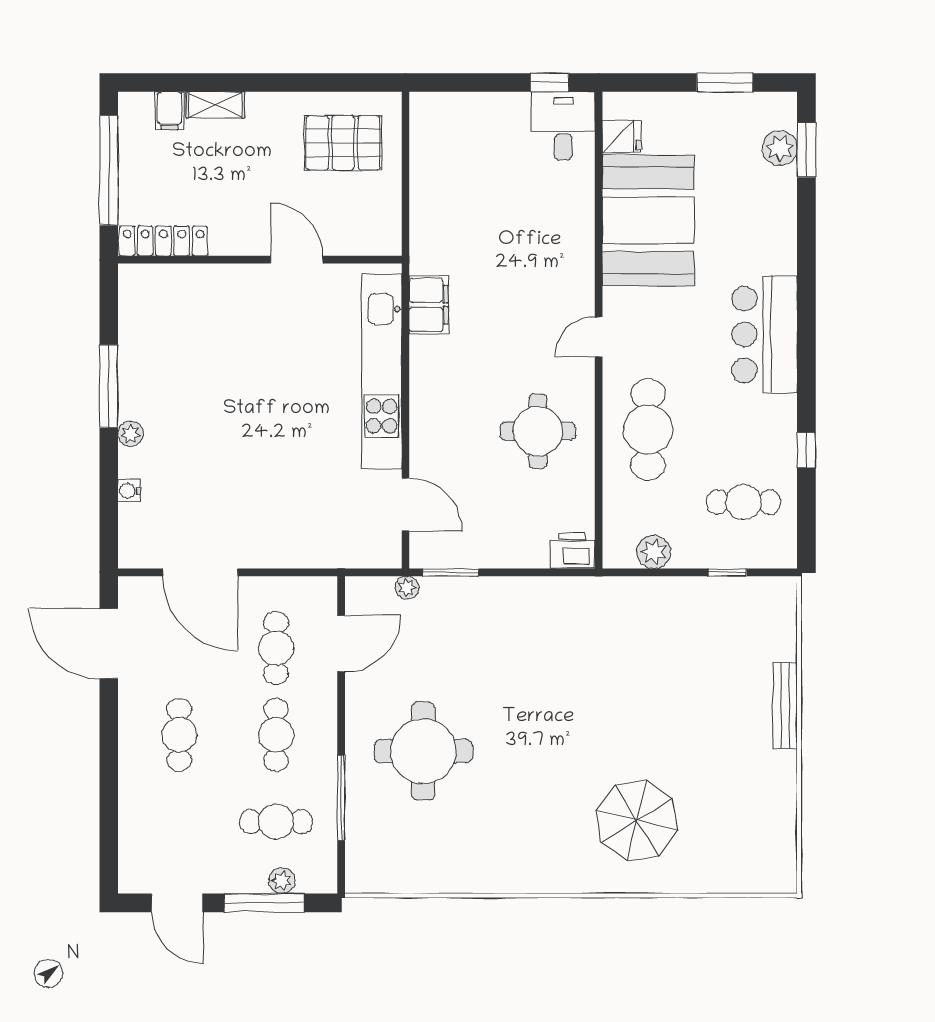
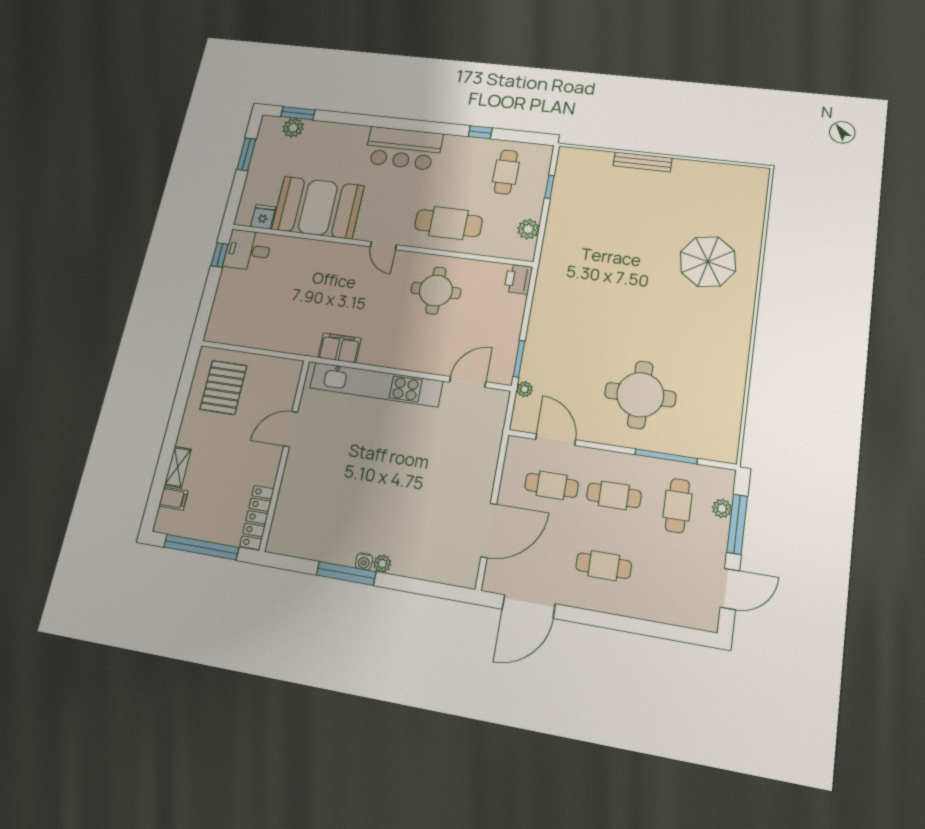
water cooler: (129, 491) -> (364, 561), moved

